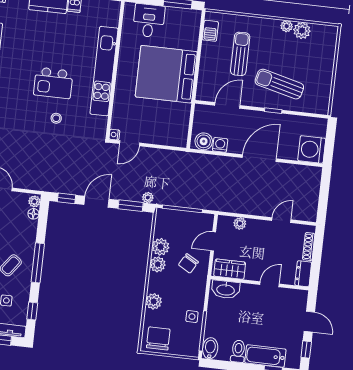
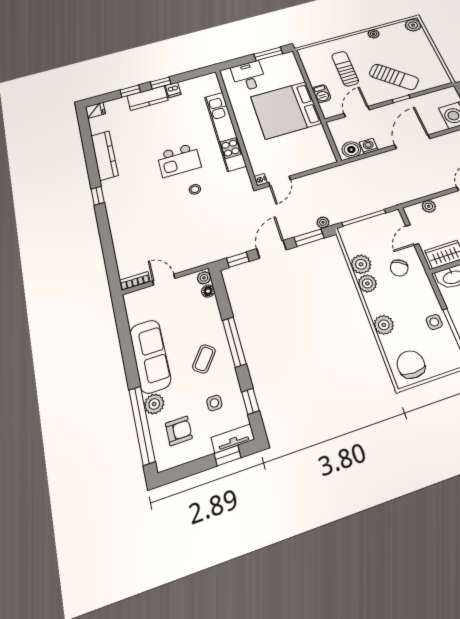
plant: (302, 30) -> (413, 25), moved
barbecue: (210, 31) -> (322, 94), moved
sun lounger: (279, 84) -> (394, 77), turned -152

